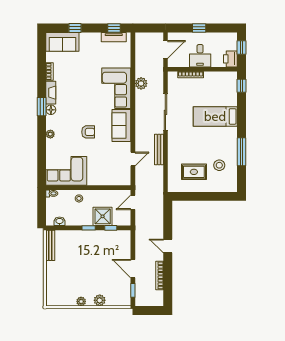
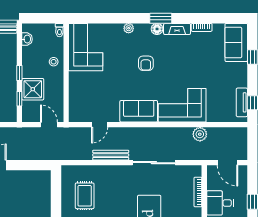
plant: (141, 83) -> (200, 134), moved
armchair: (88, 132) -> (146, 63), moved
door: (133, 159) -> (100, 125), hinge flipped

